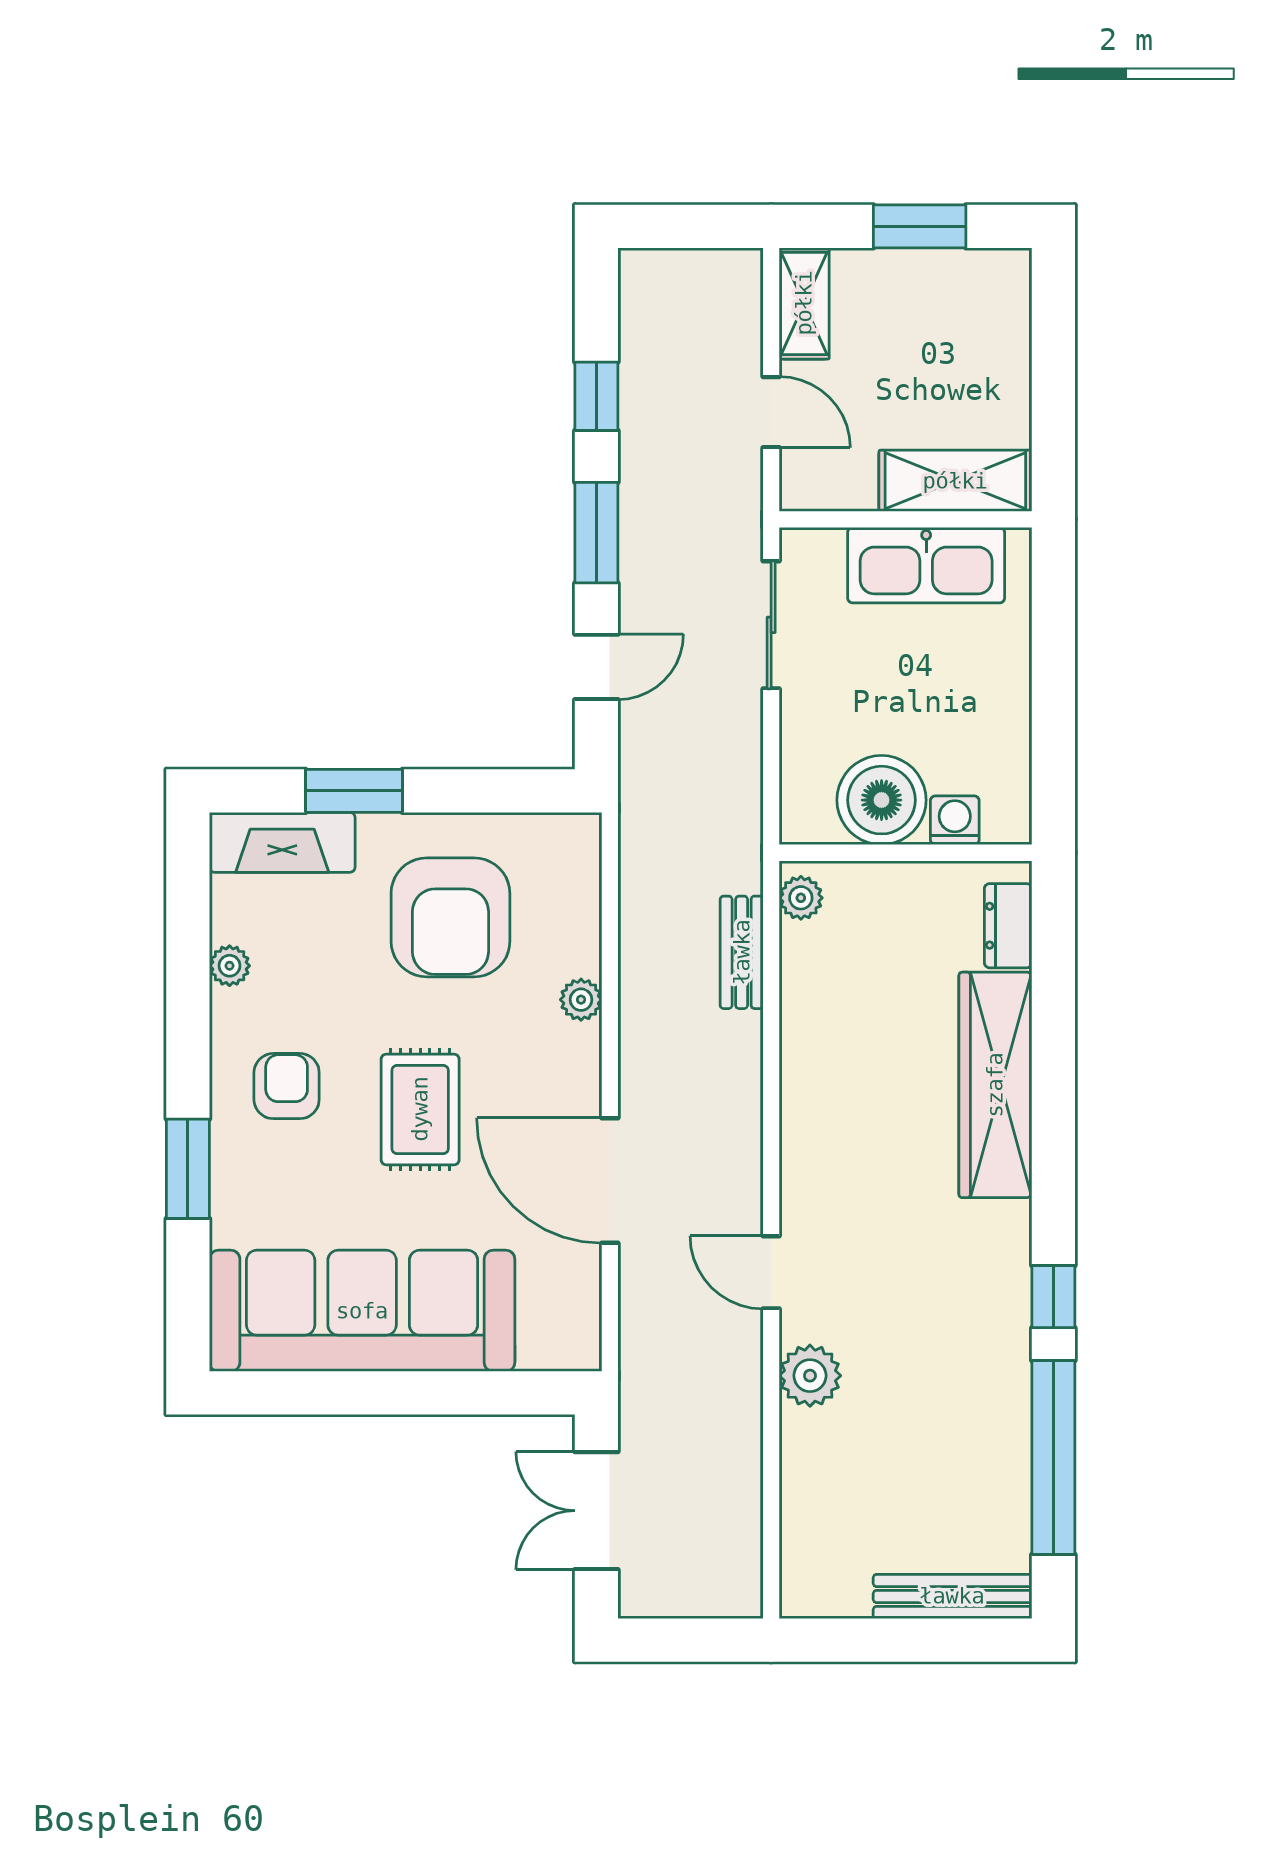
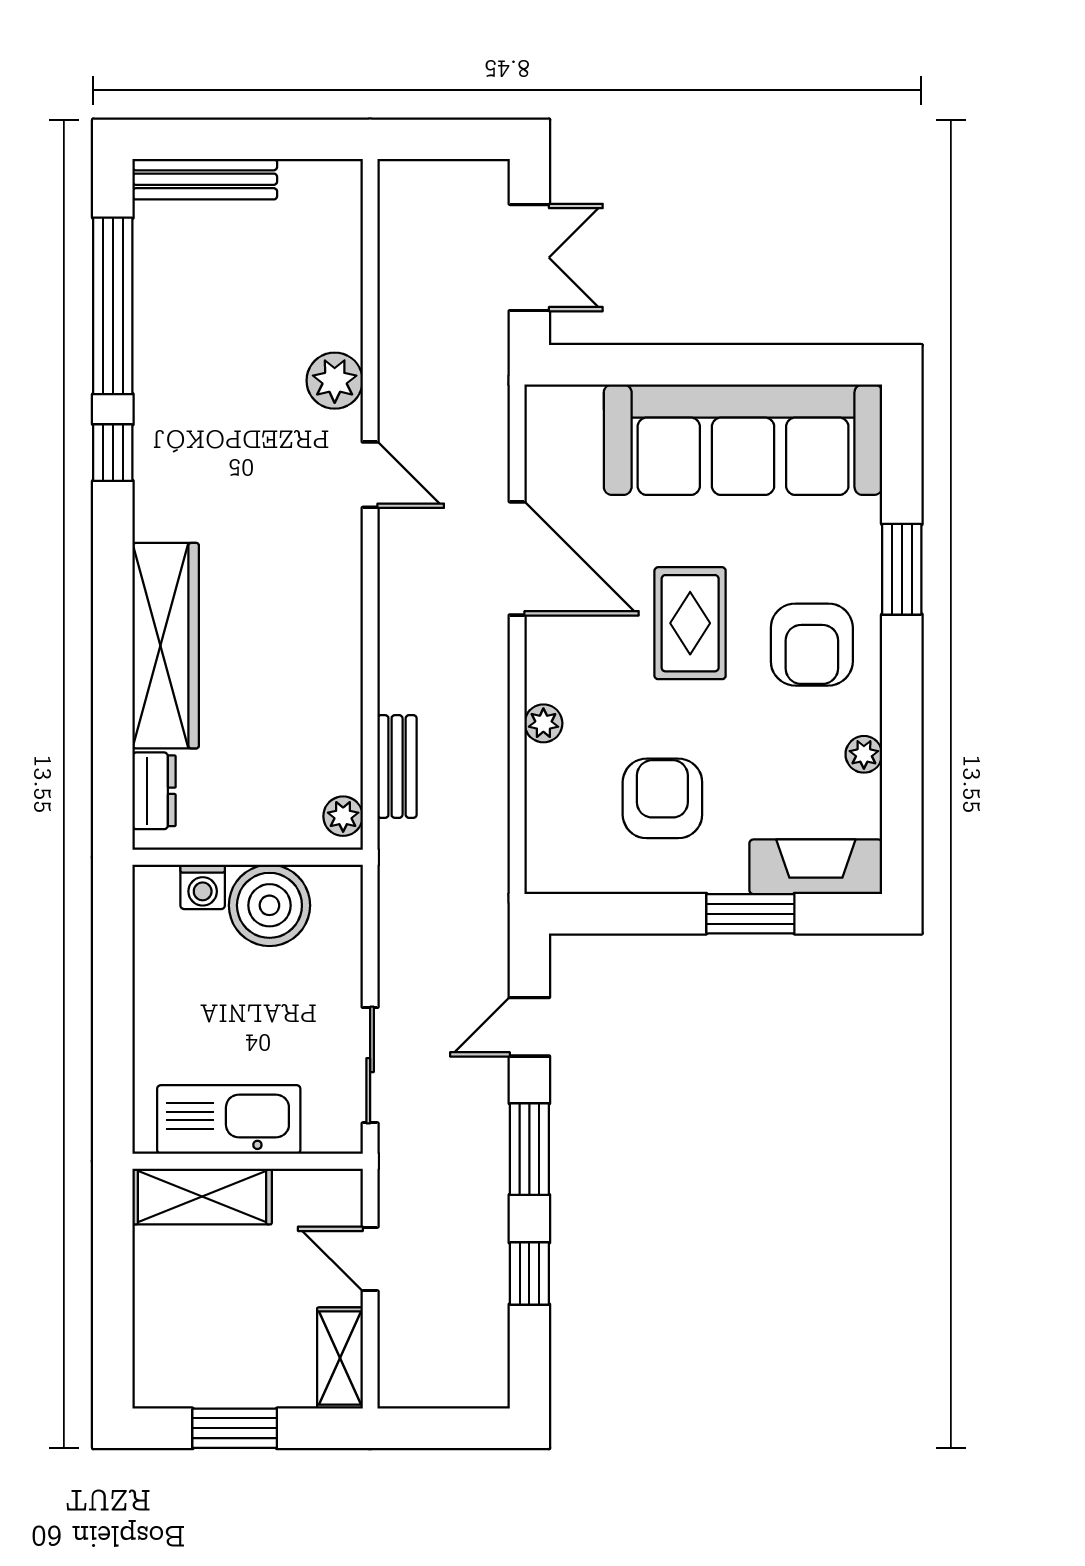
armchair: (450, 917) -> (662, 798), width x0.73, depth x0.73
armchair: (287, 1086) -> (812, 645), width x1.38, depth x1.38

